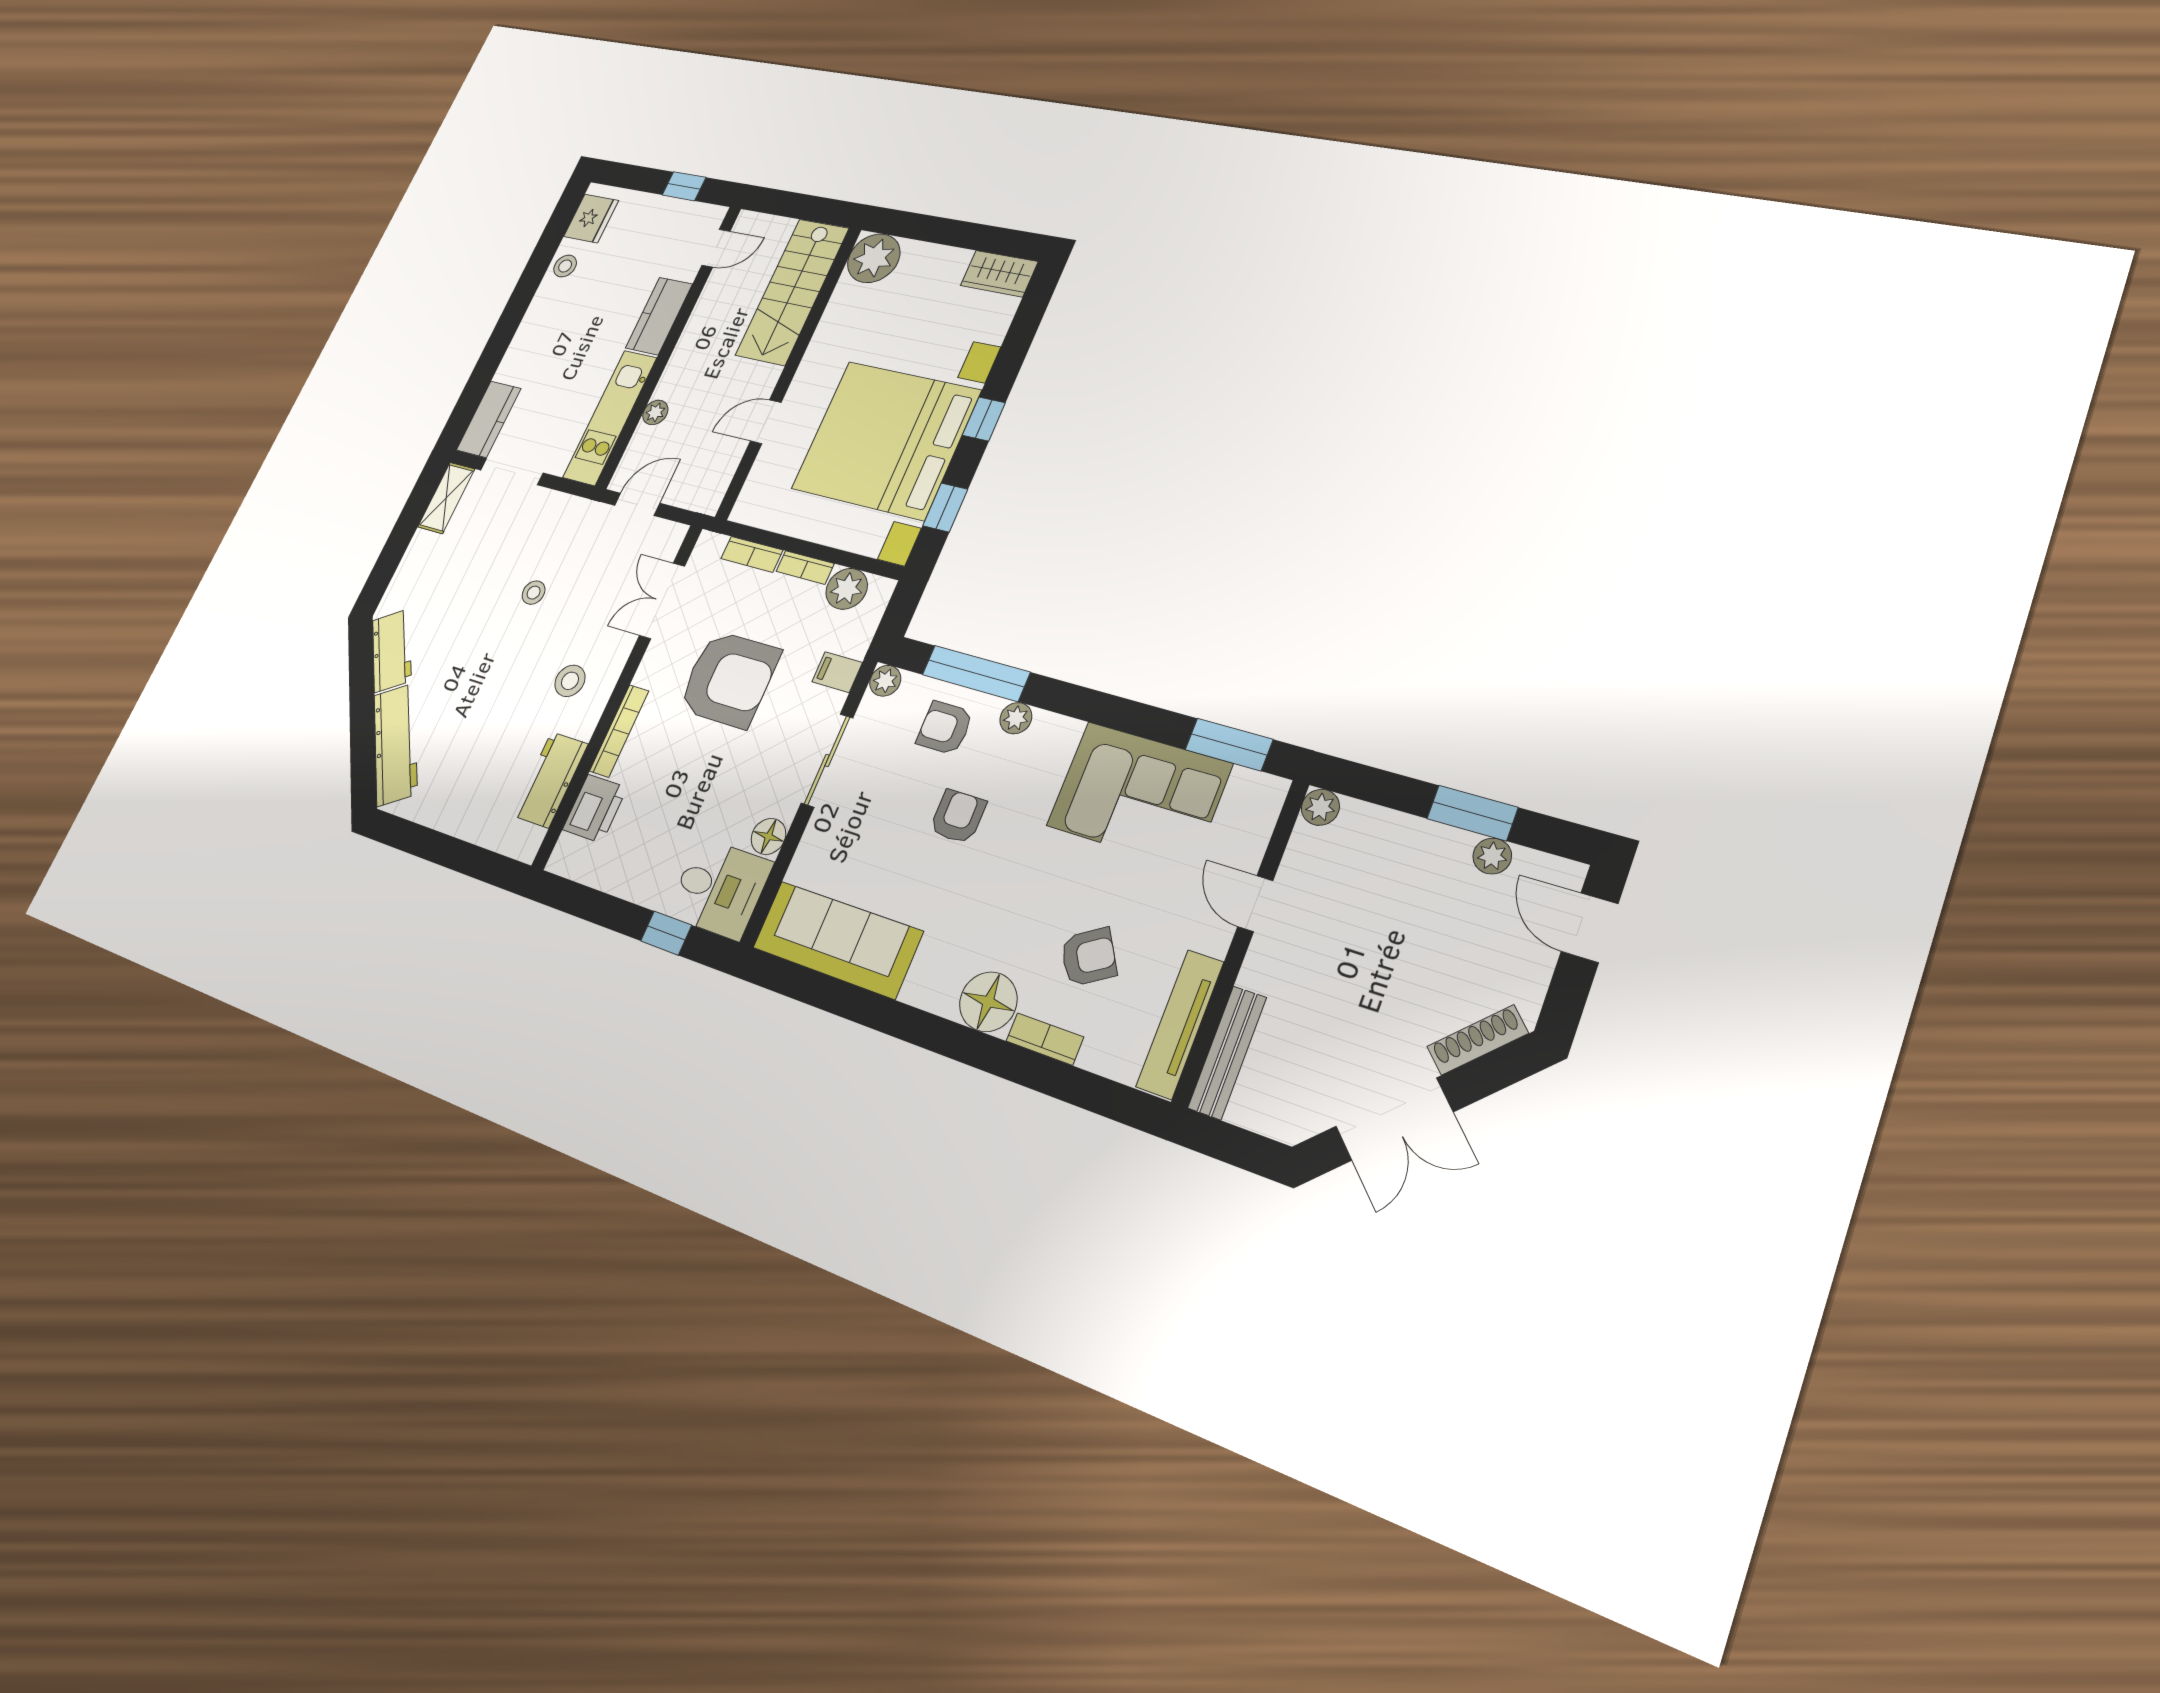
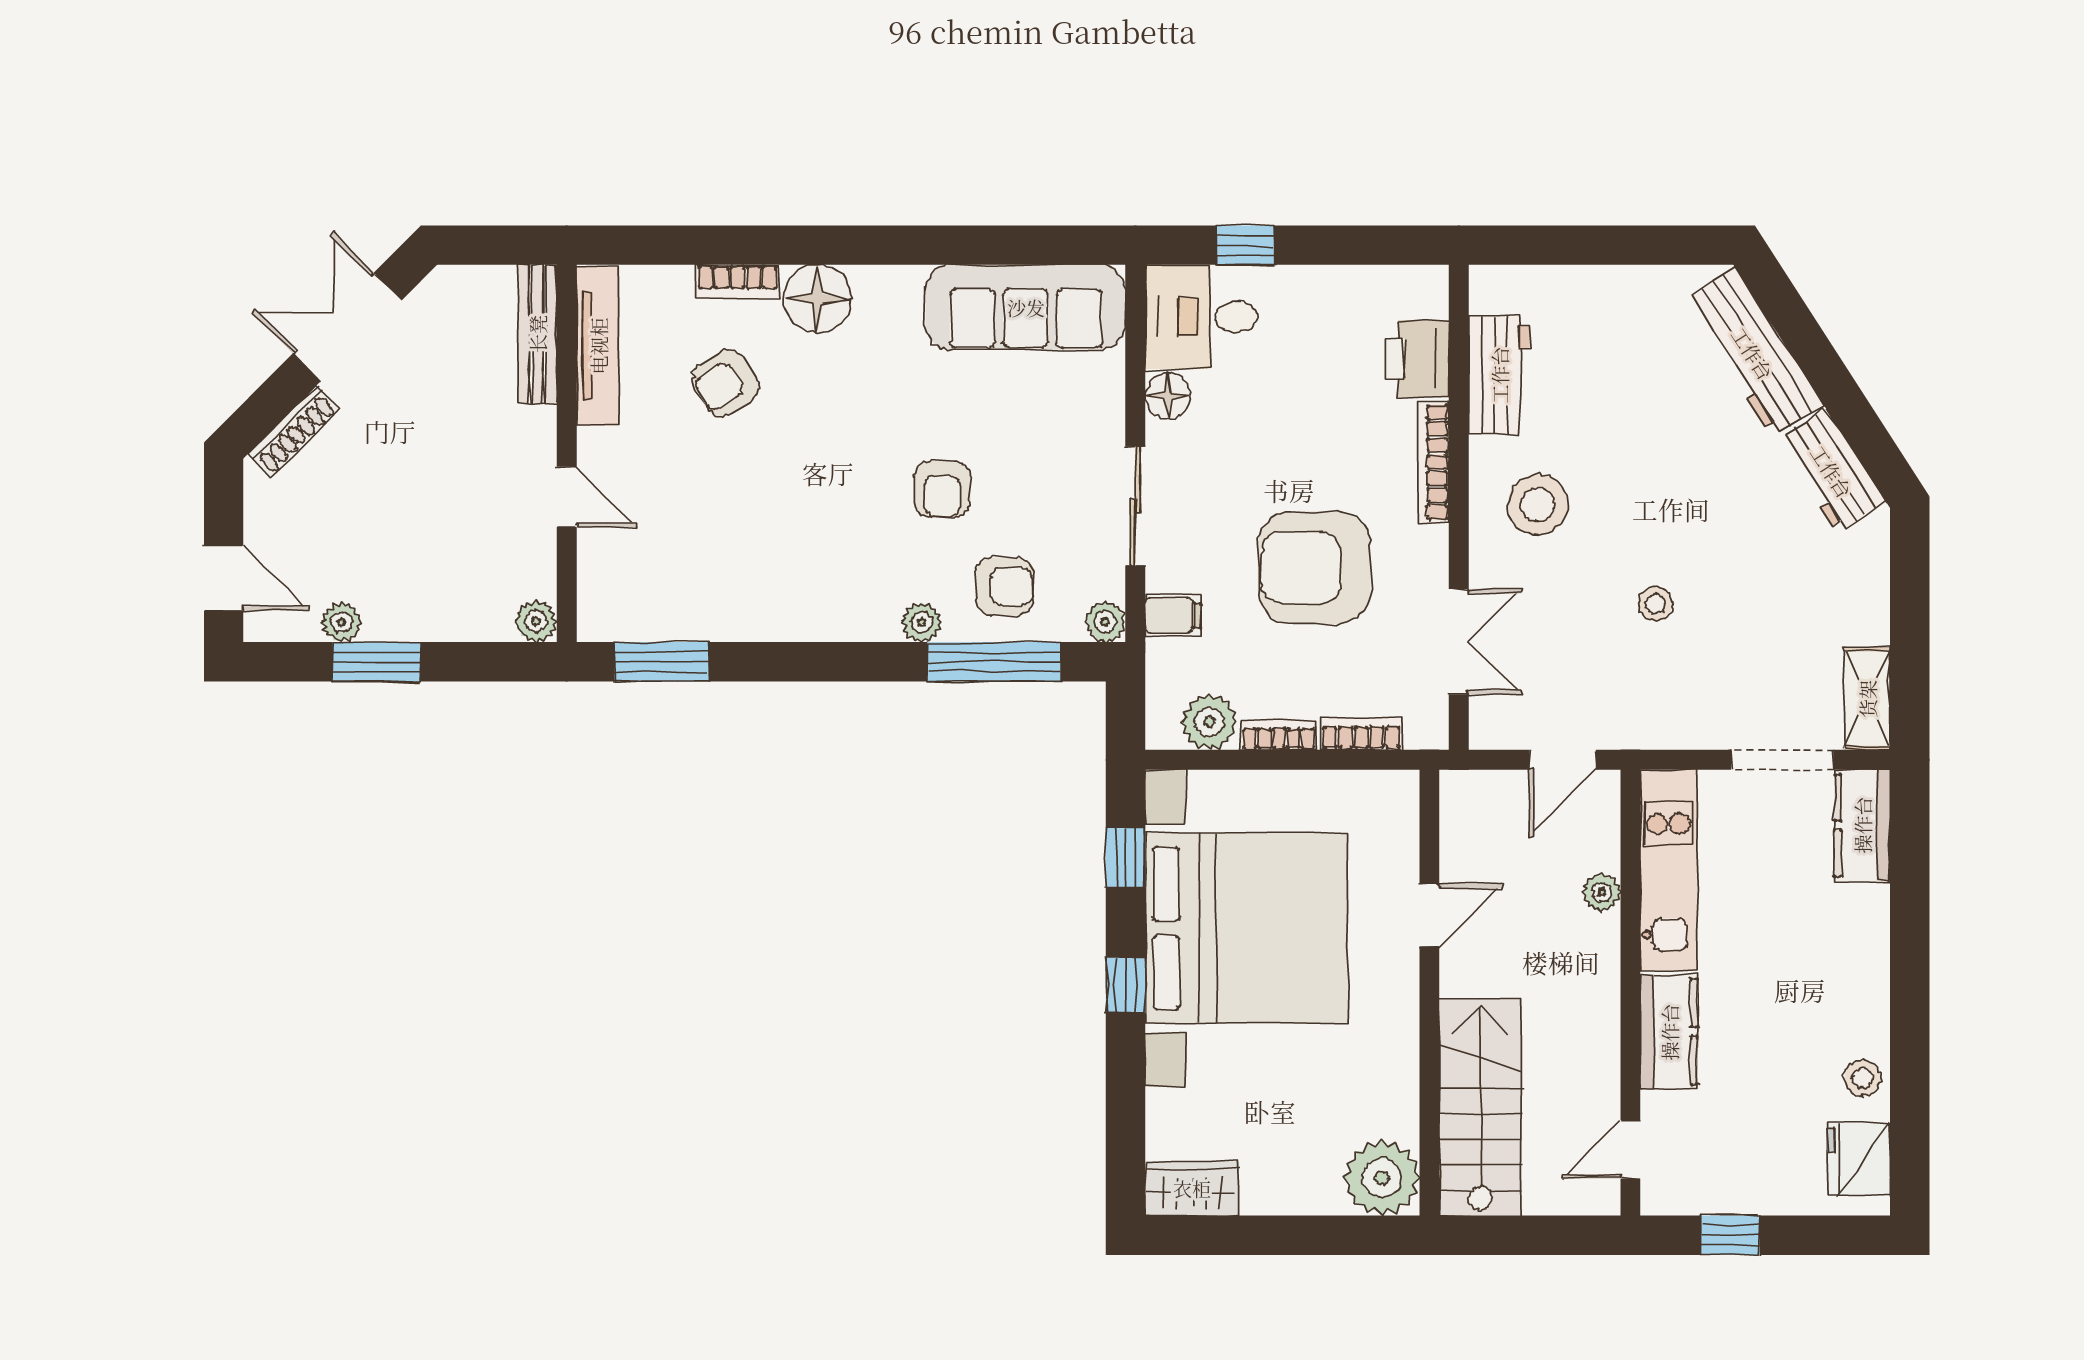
stool: (570, 681) -> (1538, 505), width x1.38, depth x1.38
corner sofa: (1139, 795) -> (741, 576), removed

